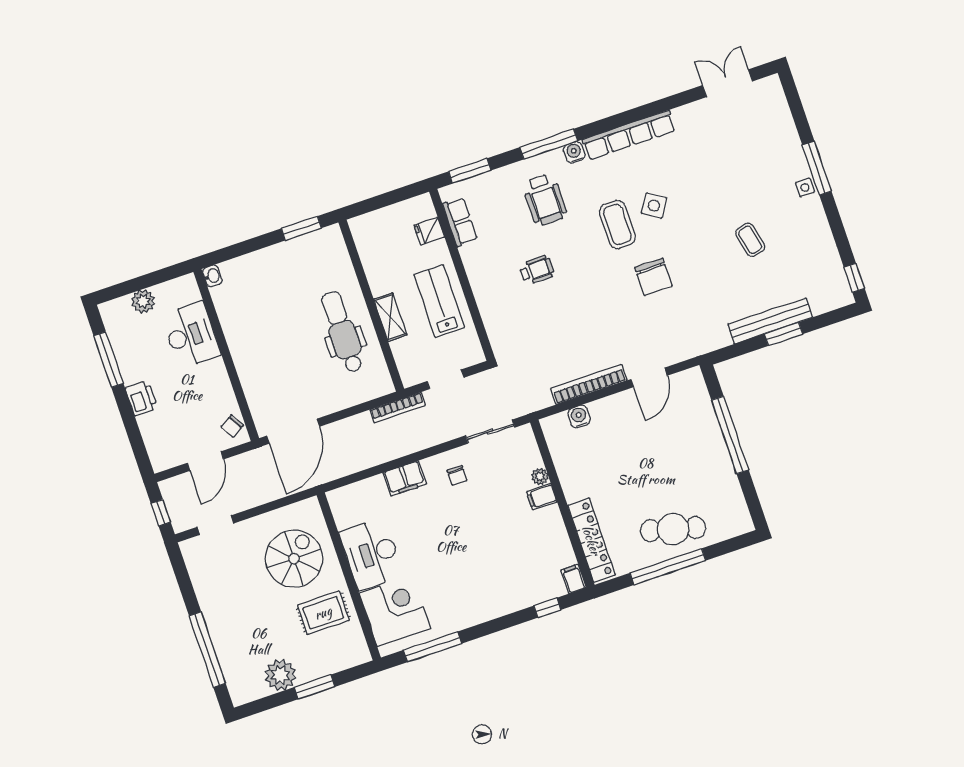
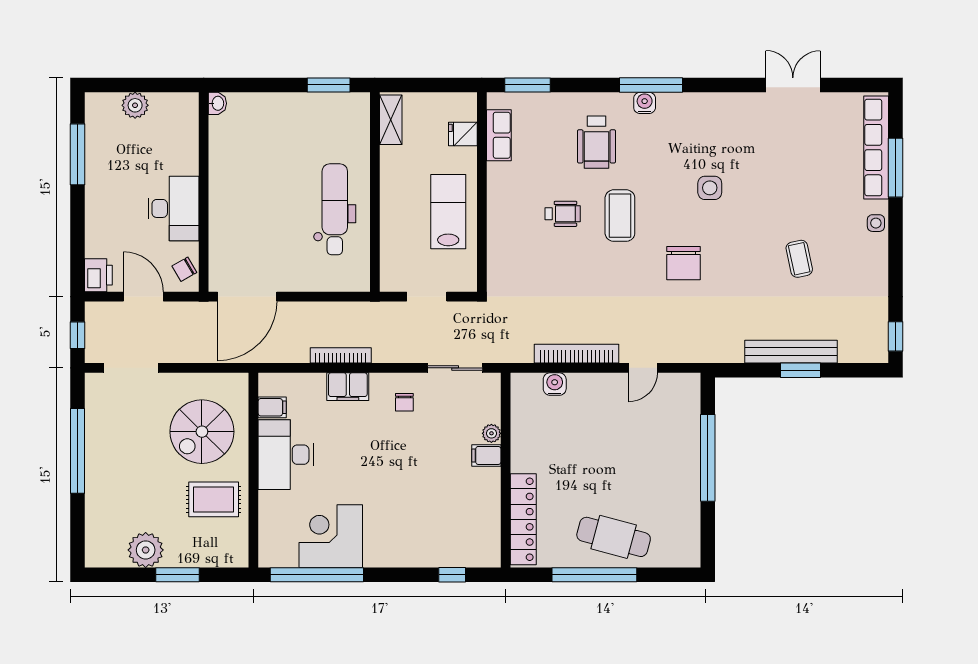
double door: (727, 83) -> (793, 85), moved
row of seats: (629, 135) -> (876, 147), moved, turned 90
window: (549, 144) -> (651, 85), moved
window: (817, 168) -> (896, 168), moved
side table: (654, 206) -> (710, 188), turned -32
coffee table: (617, 224) -> (620, 216), moved
shelving: (390, 317) -> (391, 120), moved
desk: (191, 335) -> (173, 208), moved
door: (649, 377) -> (643, 368), width x0.73
printer: (141, 398) -> (98, 275), moved
bookcase: (398, 407) -> (341, 355), moved, turned 180
door: (205, 461) -> (143, 297), swing flipped
doorway: (215, 525) -> (131, 368), width x1.38
spiral stairs: (294, 559) -> (202, 432), turned 180
filing cabinet: (574, 579) -> (272, 407), moved, turned 90
corner desk: (395, 611) -> (331, 536), moved, turned -90
window: (433, 647) -> (317, 575), width x1.46
window: (207, 650) -> (78, 451), moved

